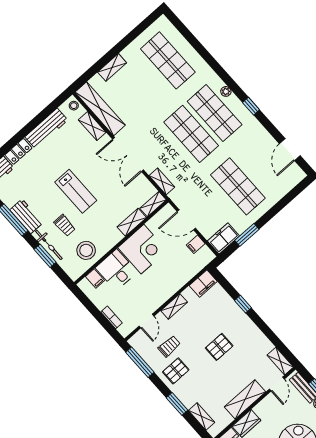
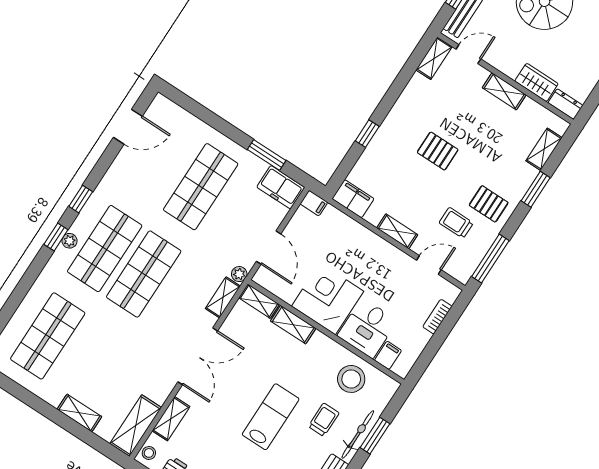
window: (231, 83) -> (56, 237), added
shelving: (100, 109) -> (136, 426), width x0.68
plant: (174, 196) -> (239, 274), added
filing cabinet: (196, 244) -> (314, 203), moved
shelving: (245, 399) -> (504, 91), width x0.67, depth x0.75

